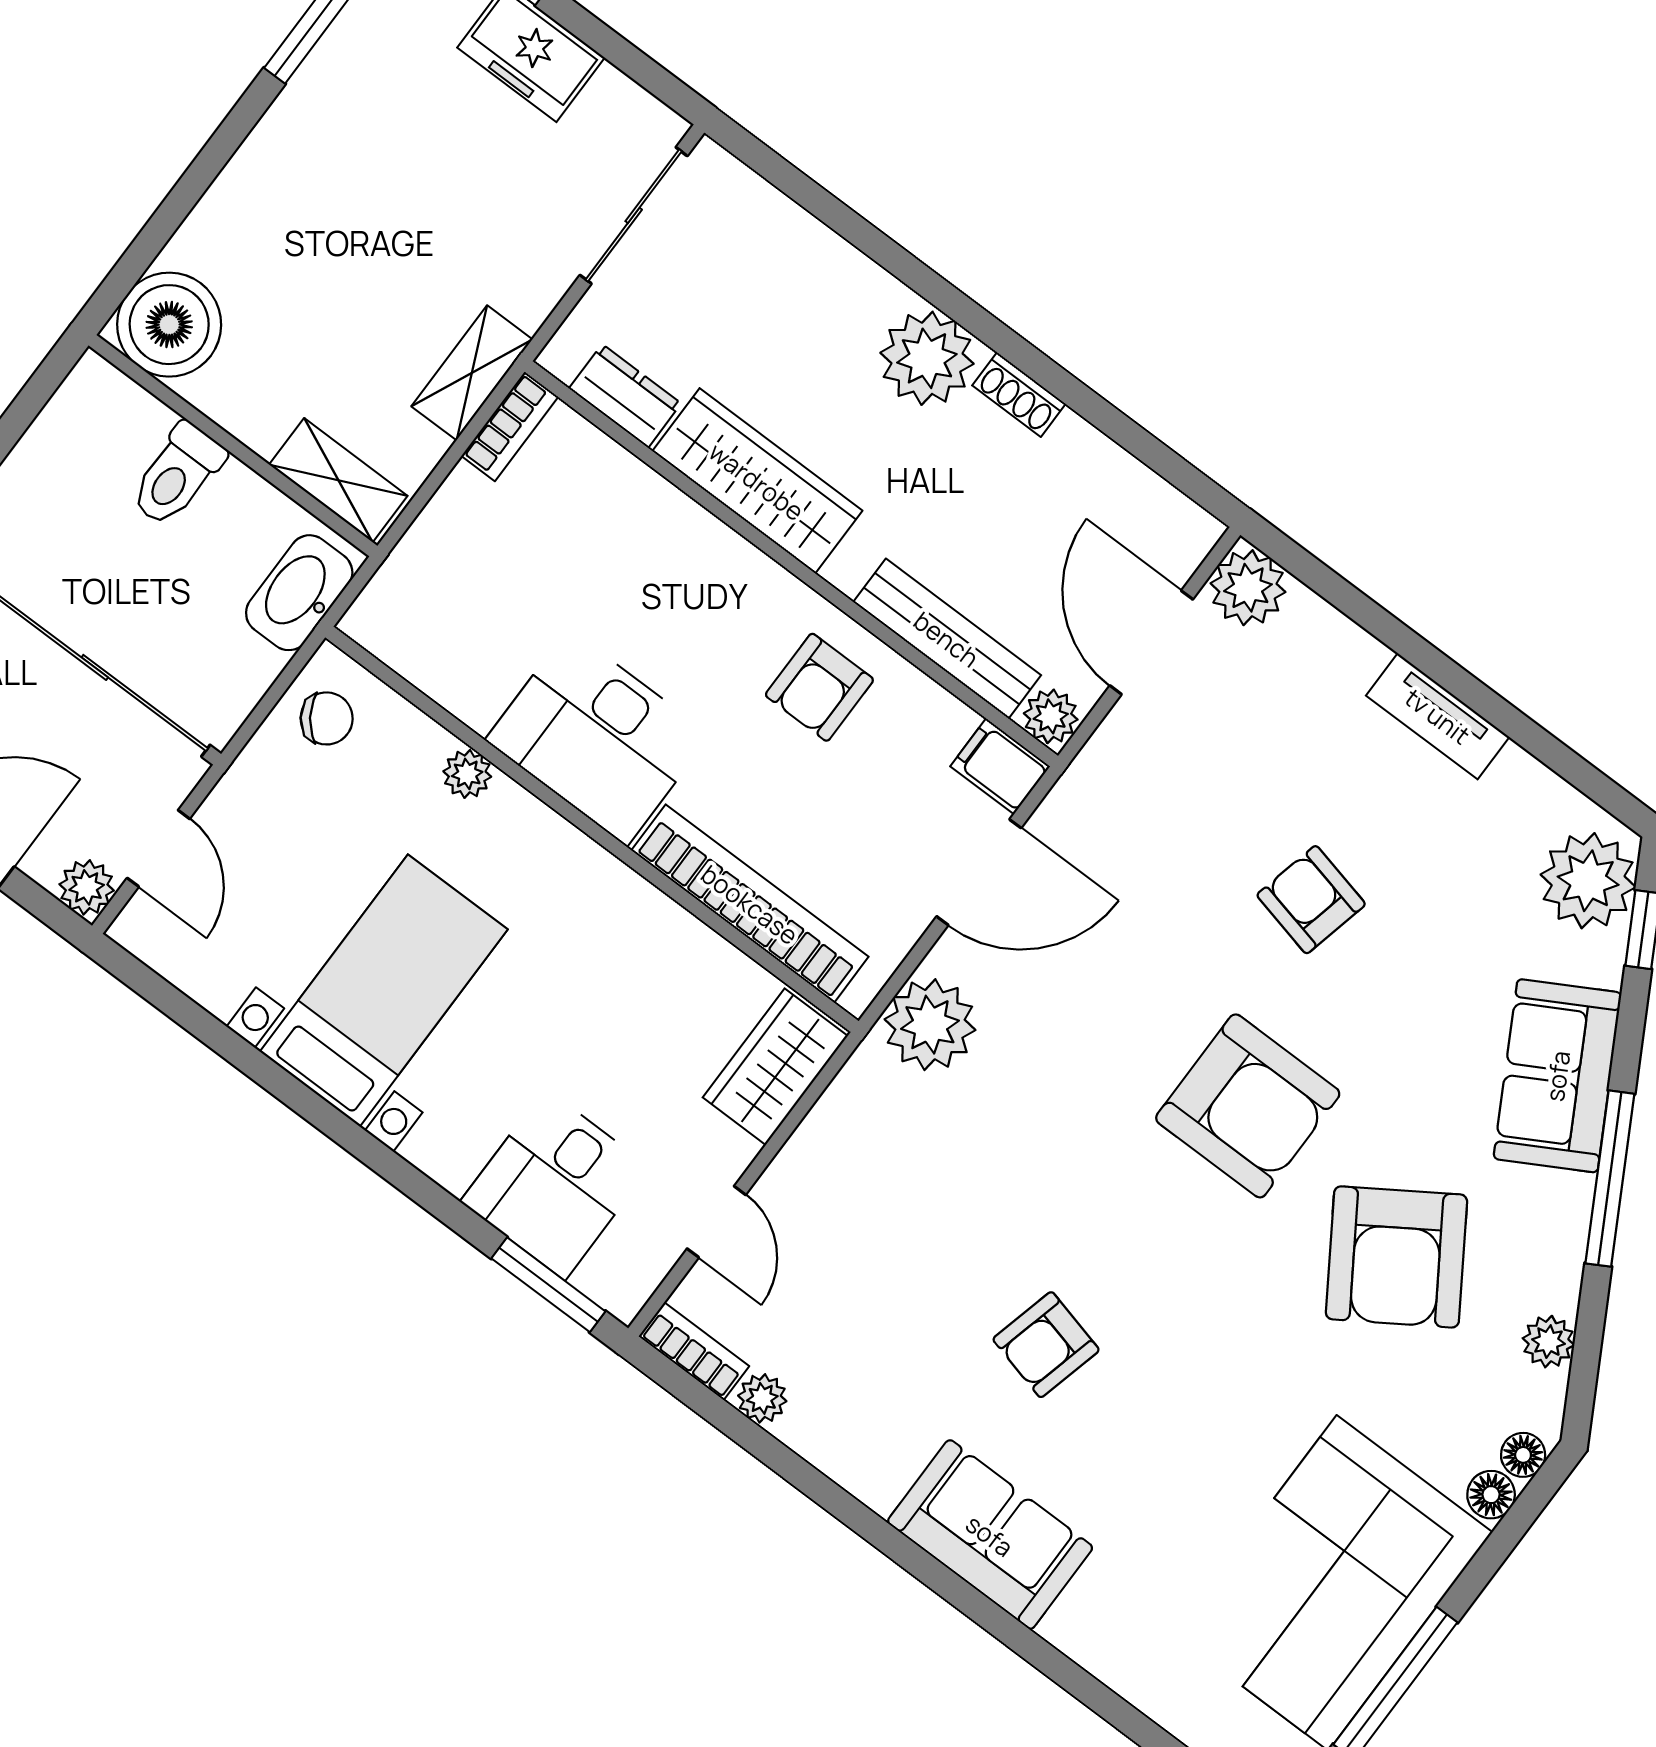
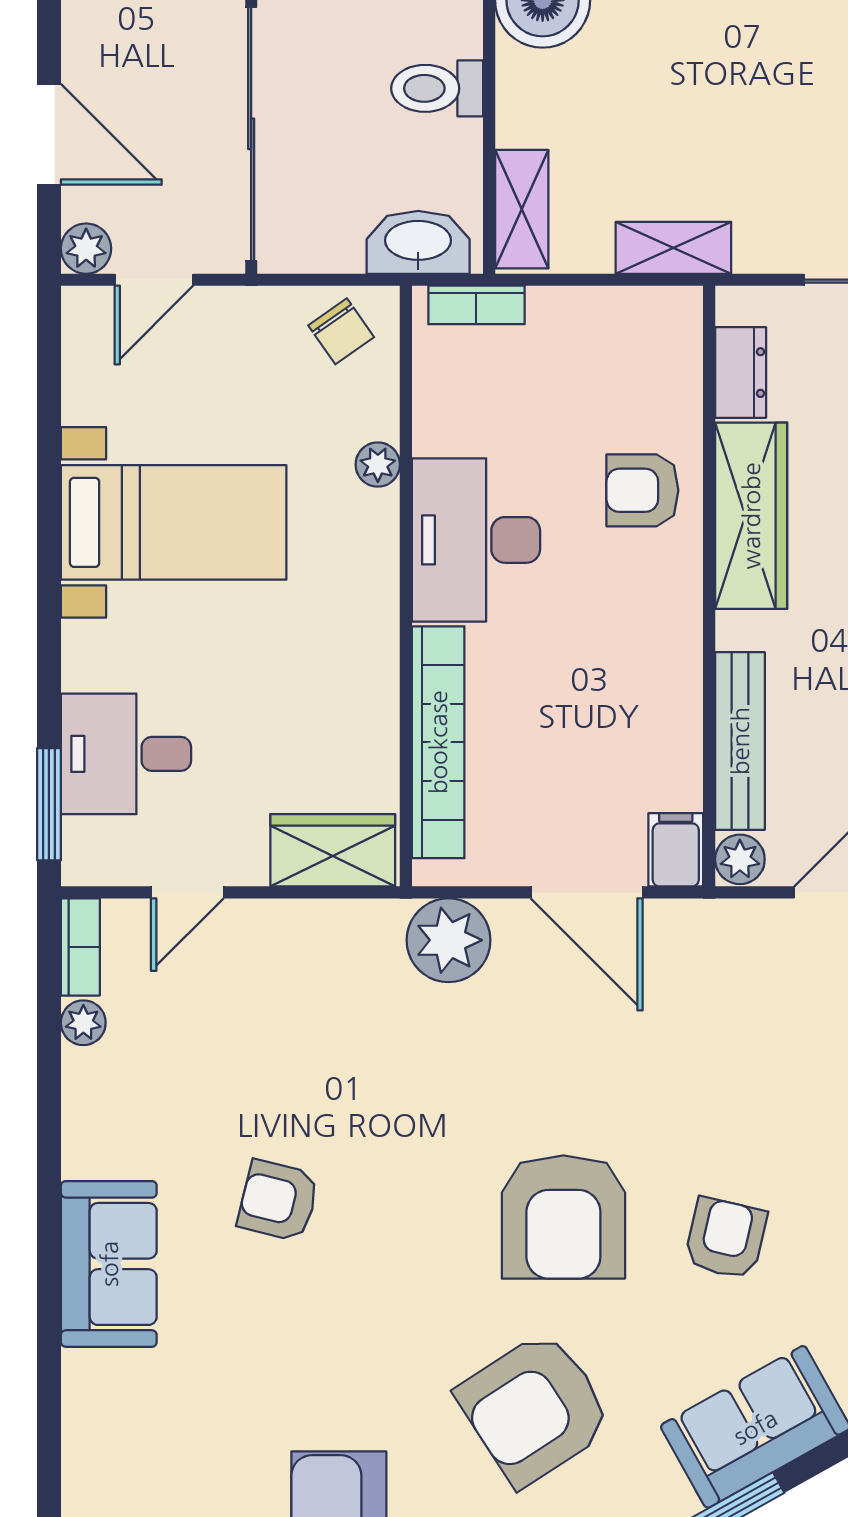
bookcase: (510, 426) -> (476, 305), moved
armchair: (819, 687) -> (642, 490), moved
armchair: (1311, 900) -> (726, 1238), moved

